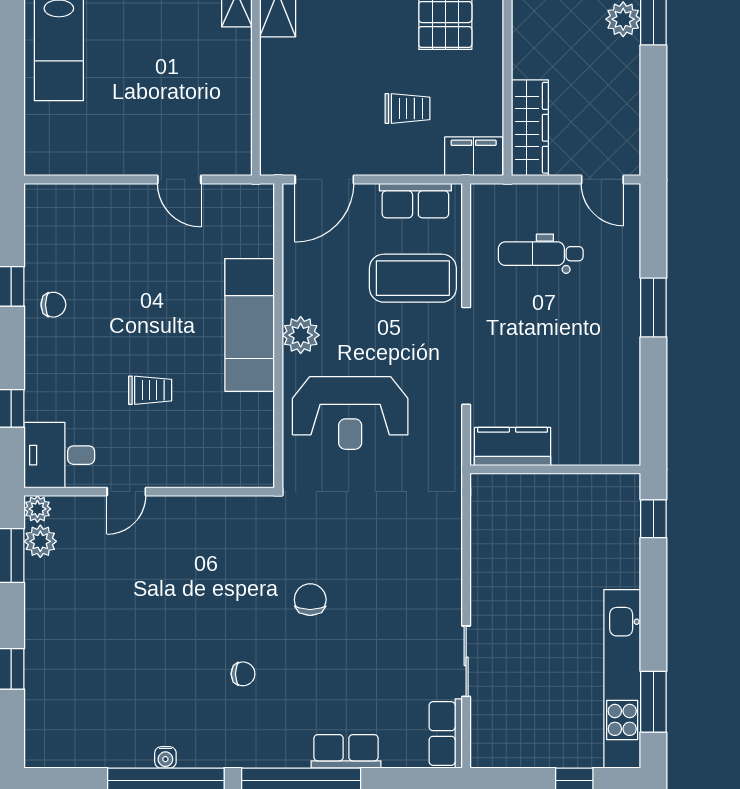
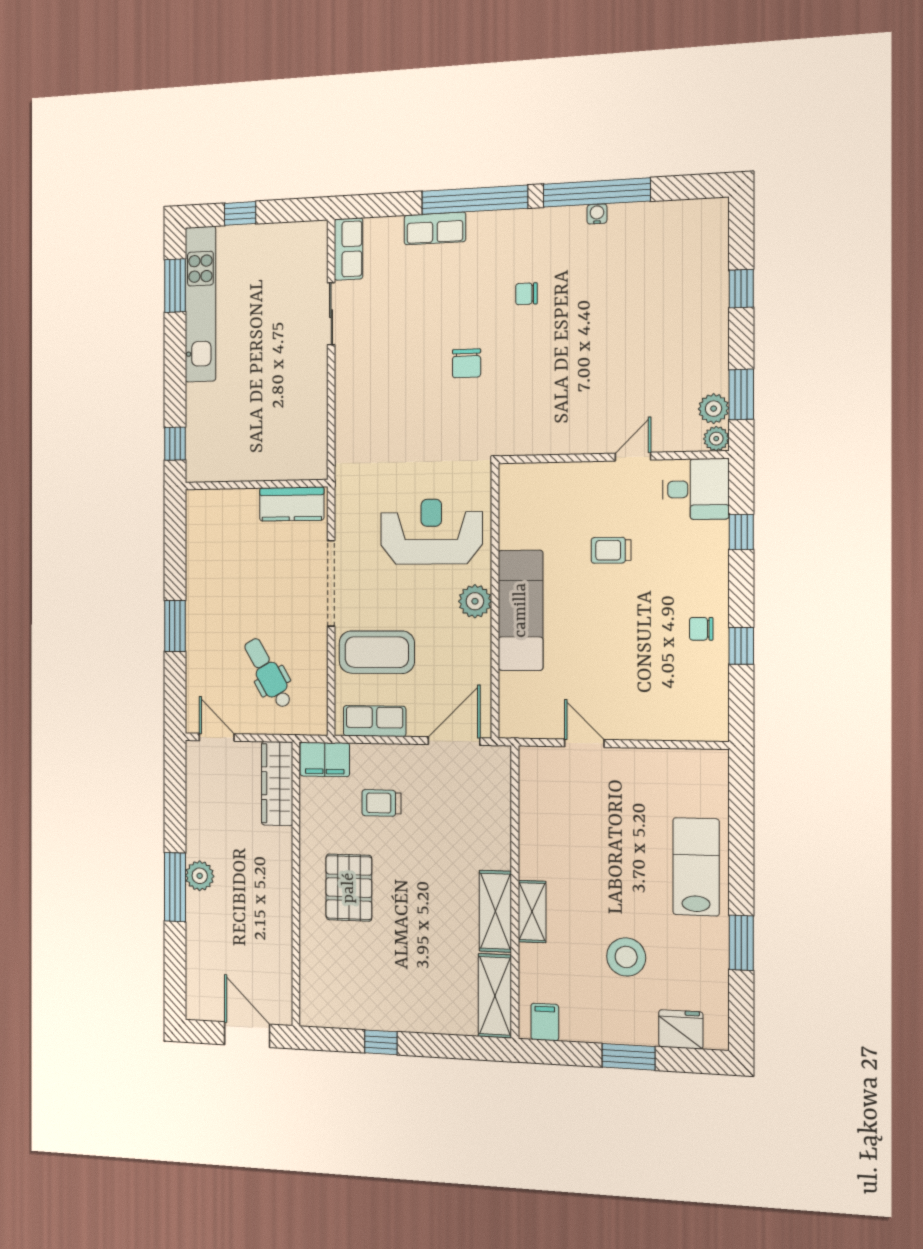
dental chair: (541, 254) -> (268, 673), turned -120

